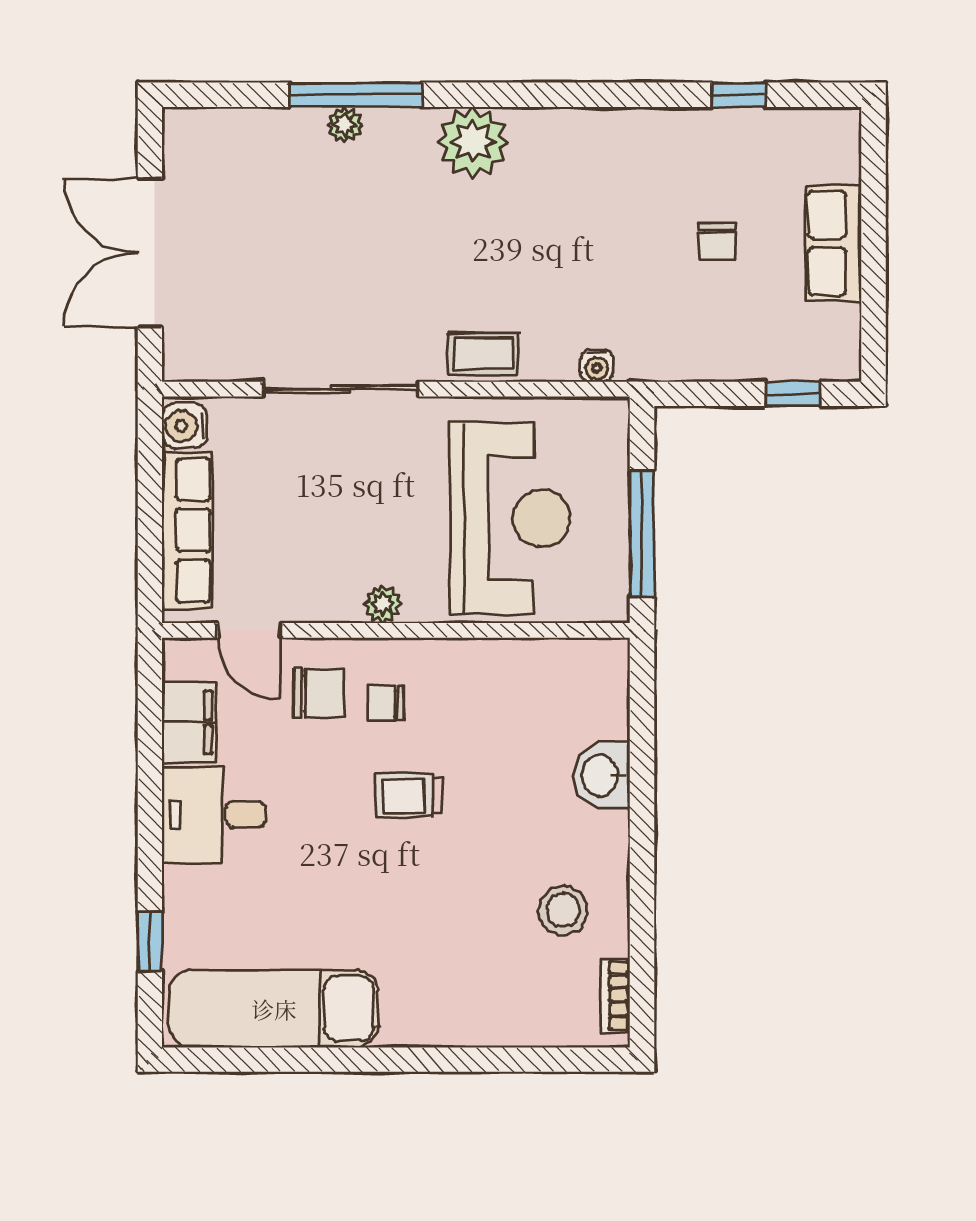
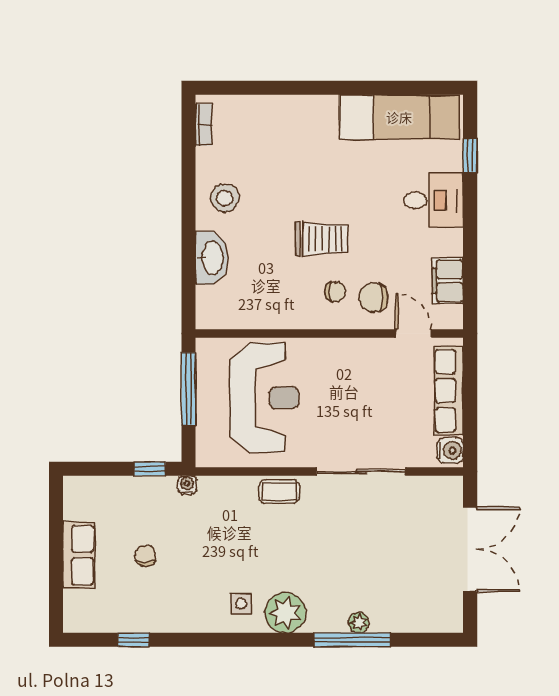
side table: (550, 158) -> (241, 604), added
water cooler: (597, 366) -> (187, 485), moved
window: (793, 394) -> (150, 469), moved
reception desk: (510, 518) -> (264, 398), turned 180
plant: (383, 604) -> (337, 348), removed
washbasin: (602, 775) -> (212, 258), width x1.38
trolley: (409, 795) -> (322, 239), width x1.36, depth x1.39
desk: (214, 815) -> (434, 200), moved
stool: (563, 910) -> (225, 198), moved

